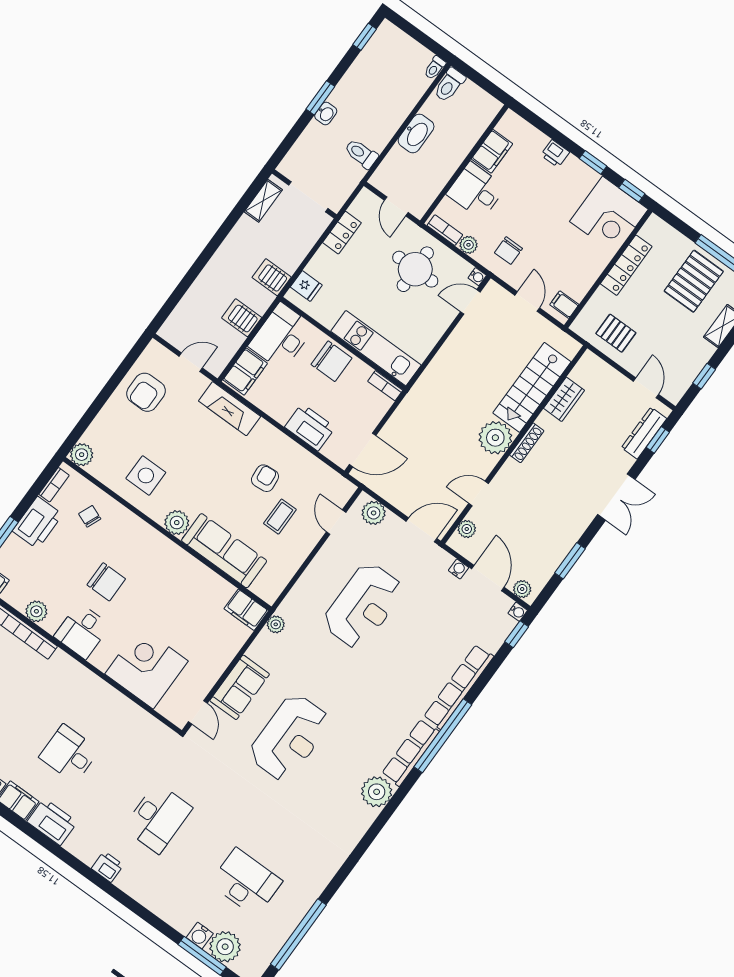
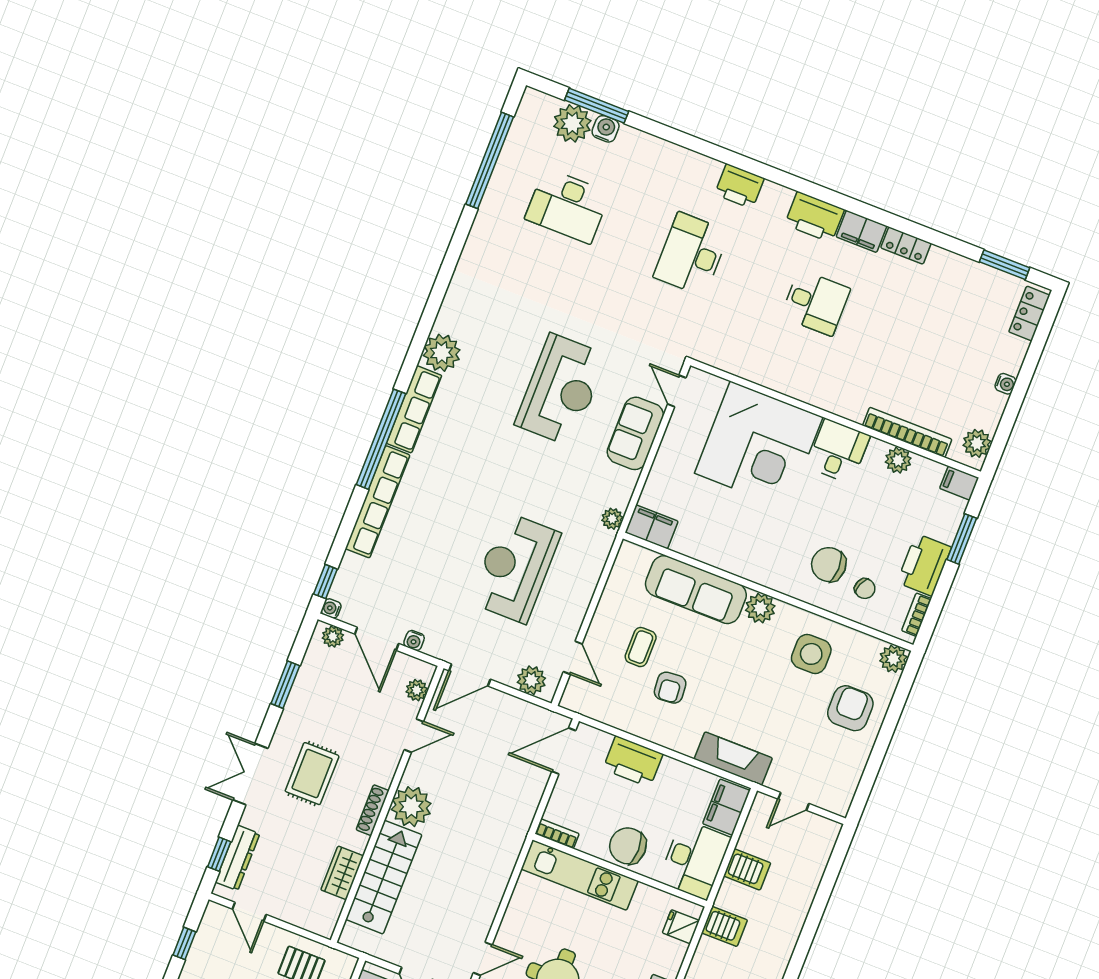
armchair: (146, 392) -> (850, 708), moved
rug: (567, 485) -> (312, 774), added
chair: (106, 582) -> (829, 565), moved
corner desk: (146, 667) -> (759, 445), width x1.36, depth x1.36
reception desk: (289, 738) -> (561, 390), turned 180
printer: (107, 867) -> (739, 186), width x1.36, depth x1.24

